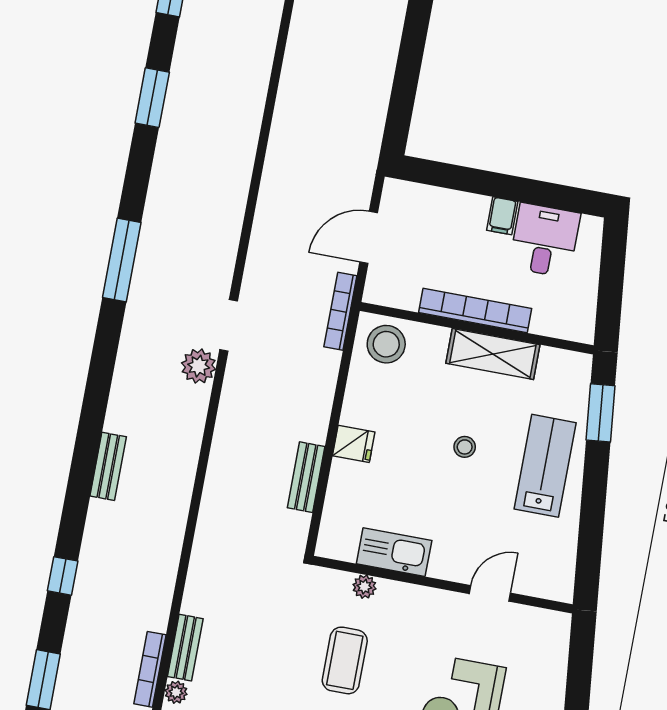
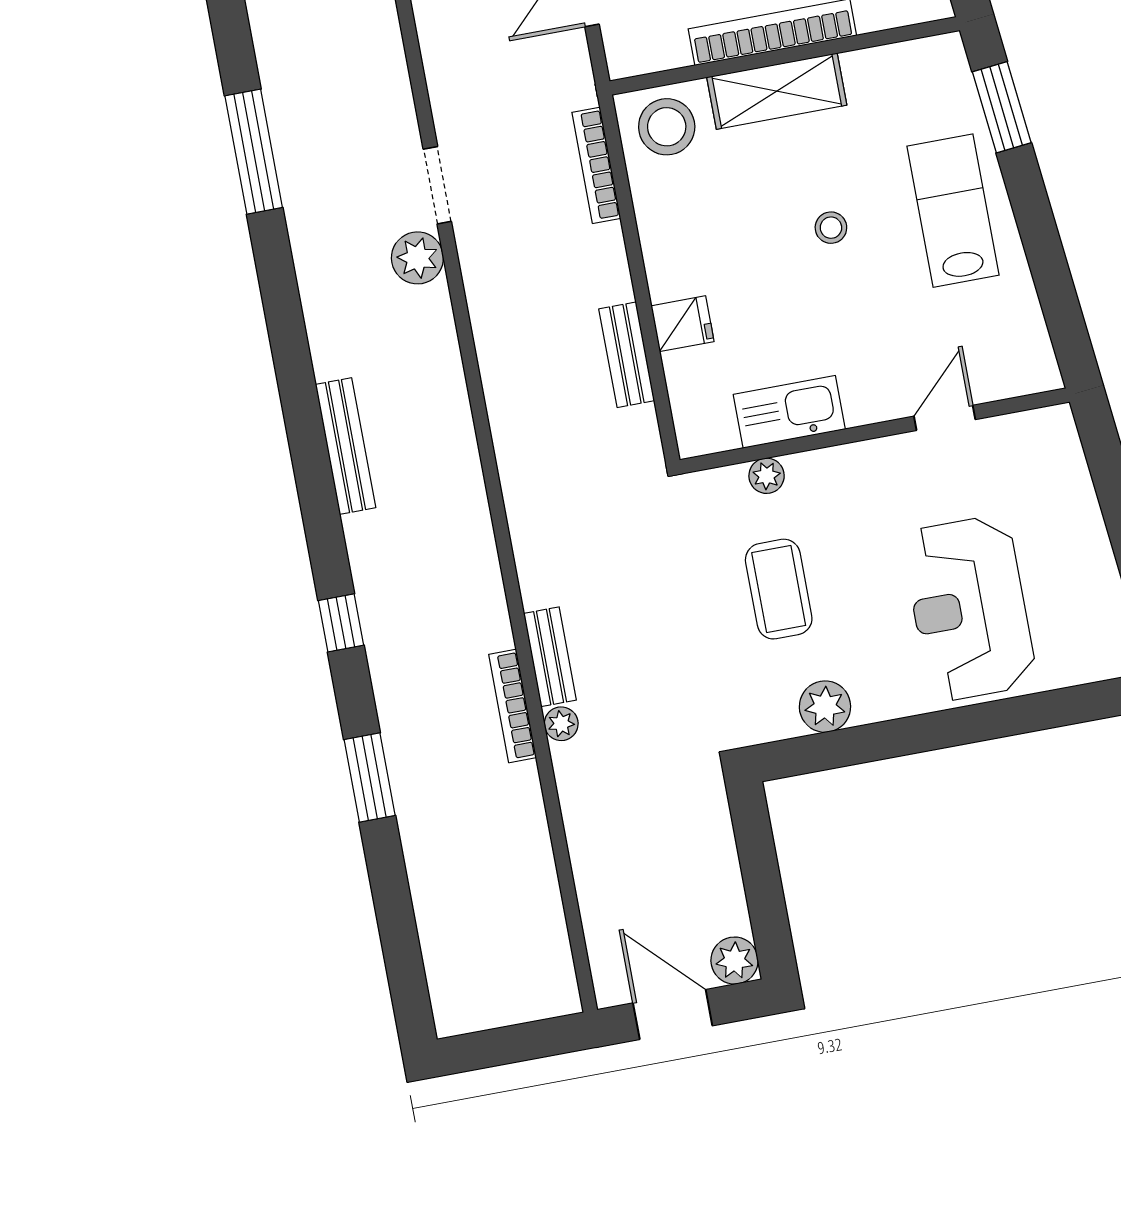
bookcase: (340, 311) -> (596, 165), moved
shelving: (493, 354) -> (777, 91), moved
fridge: (354, 444) -> (683, 324), moved
bench: (108, 466) -> (345, 446), width x1.36

